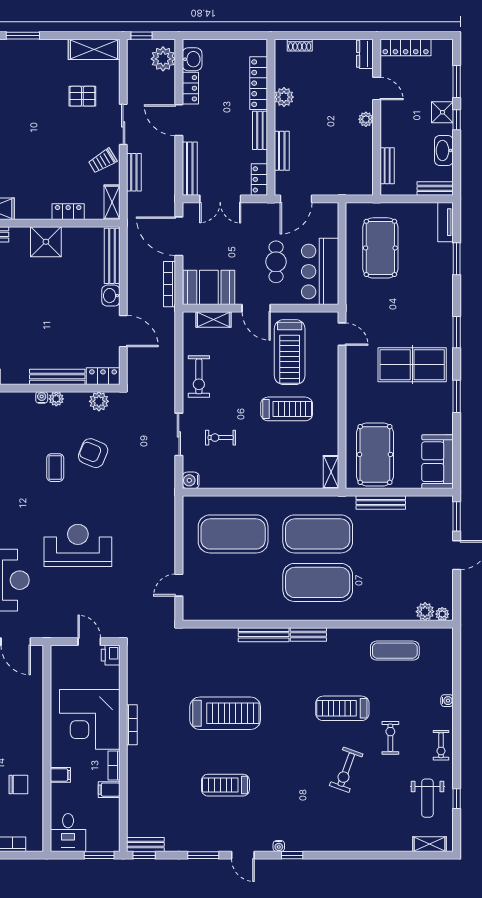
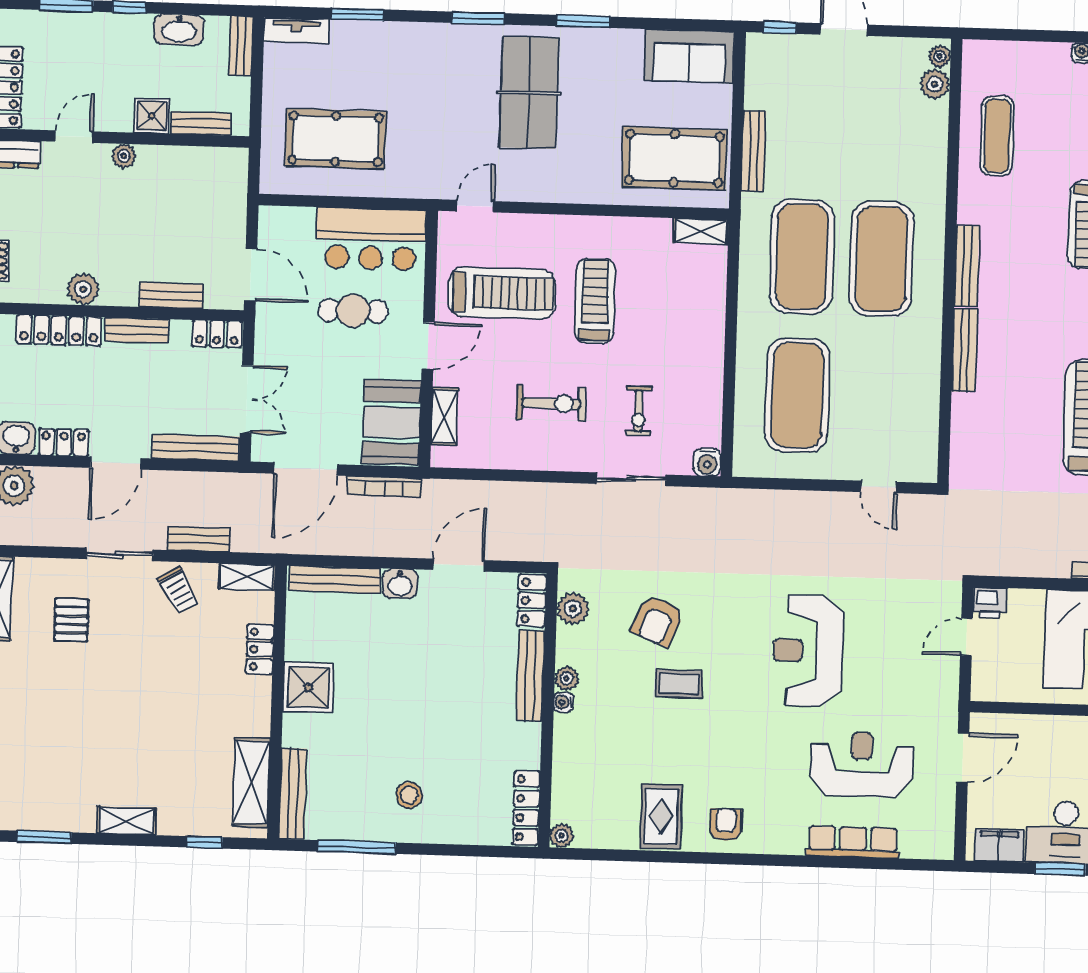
shower: (442, 112) -> (152, 116), moved
exercise bike: (199, 376) -> (551, 403), moved
window: (457, 516) -> (780, 28), width x0.67
bench: (308, 634) -> (967, 266), width x1.36

